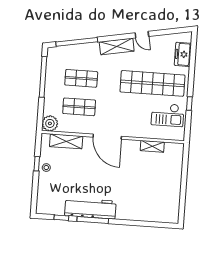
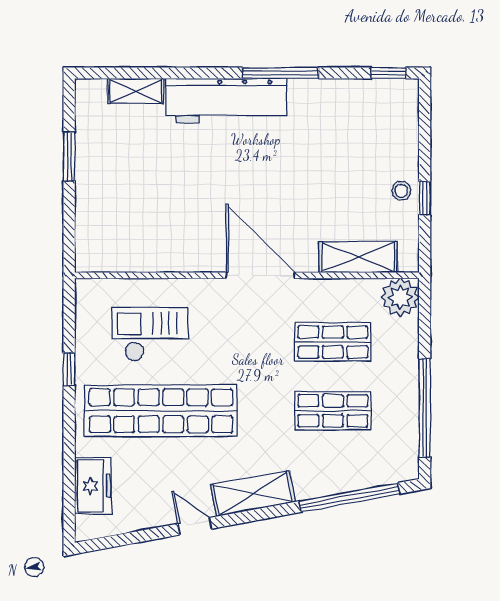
checkout: (168, 115) -> (150, 334), moved
shelving: (152, 146) -> (136, 91), moved
window: (183, 192) -> (69, 157), added
workbench: (90, 208) -> (227, 101), moved
window: (61, 218) -> (388, 73), moved

